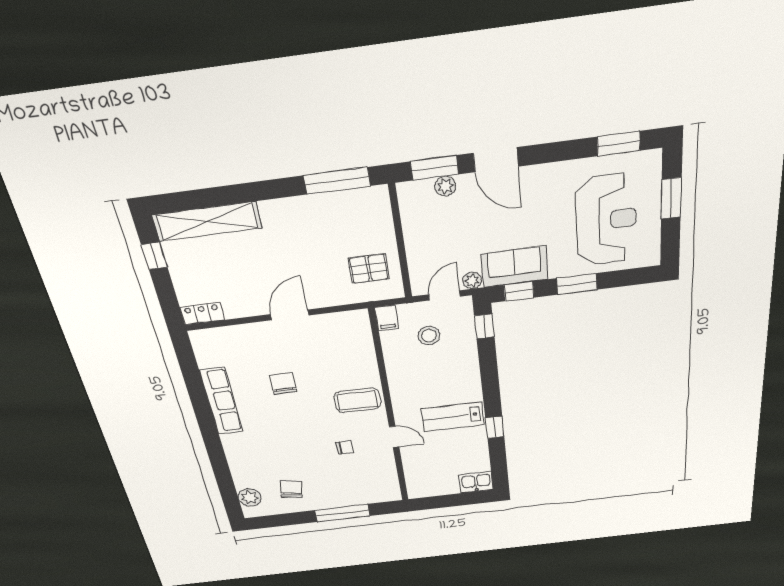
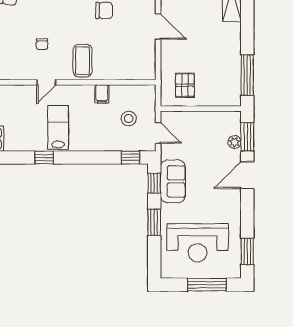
window: (671, 198) -> (207, 285), width x1.44
plant: (472, 280) -> (167, 152), removed
filing cabinet: (387, 318) -> (102, 94), moved, turned -90

